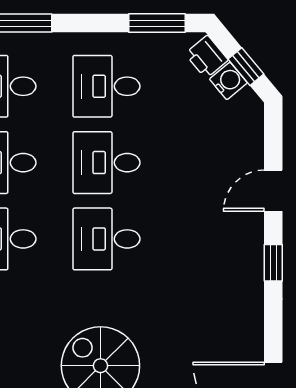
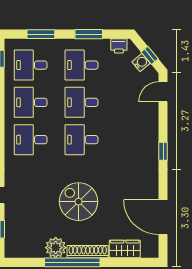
window: (157, 23) -> (89, 34), moved
printer: (207, 57) -> (119, 46), moved, turned -50
door: (273, 191) -> (163, 92), moved

